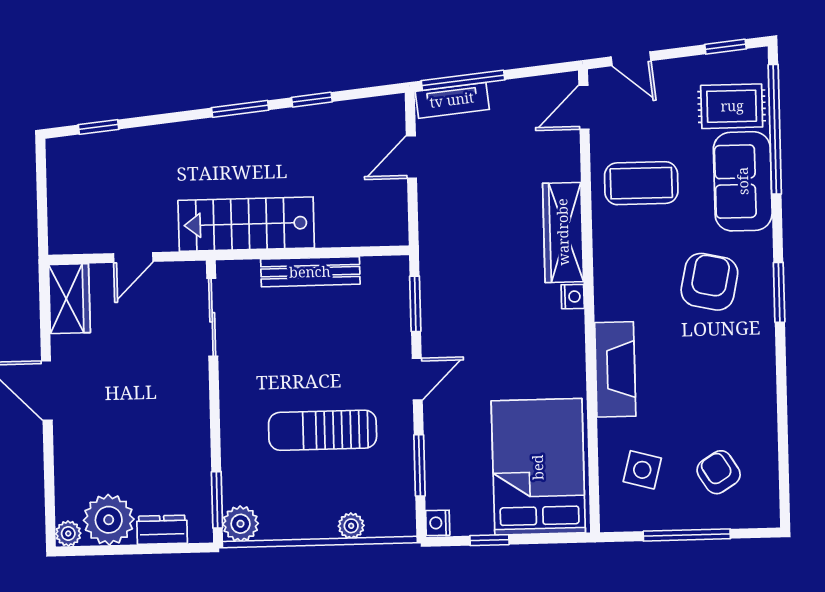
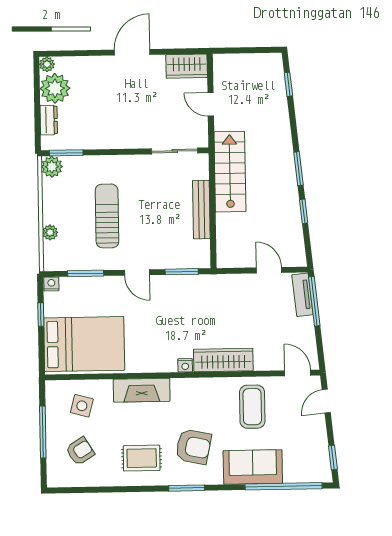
rug: (732, 106) -> (142, 458), moved, turned 90

